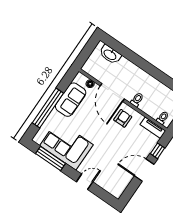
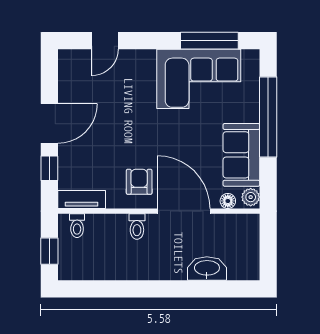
washbasin: (110, 55) -> (207, 269), moved
plant: (79, 79) -> (251, 197), added
armchair: (123, 118) -> (139, 182), turned 180
door: (85, 182) -> (105, 41), moved

